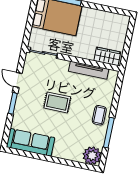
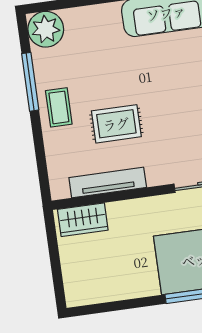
rug: (57, 102) -> (116, 124), moved

